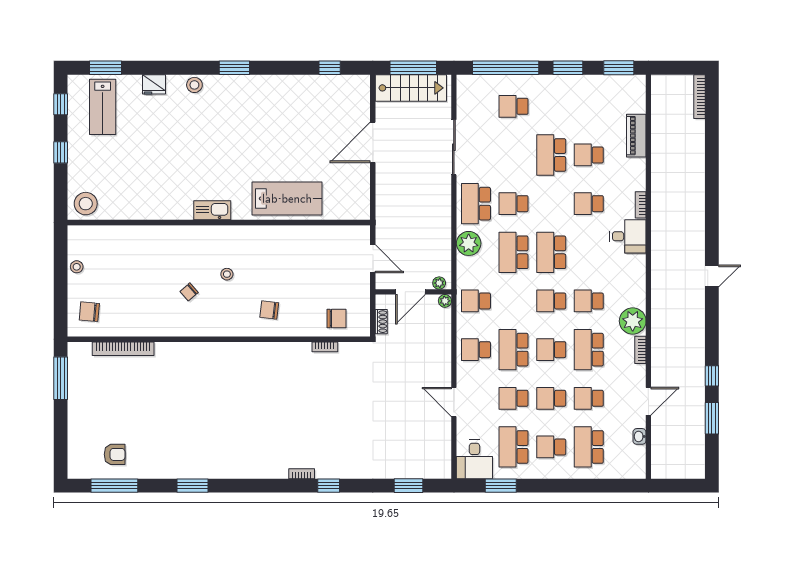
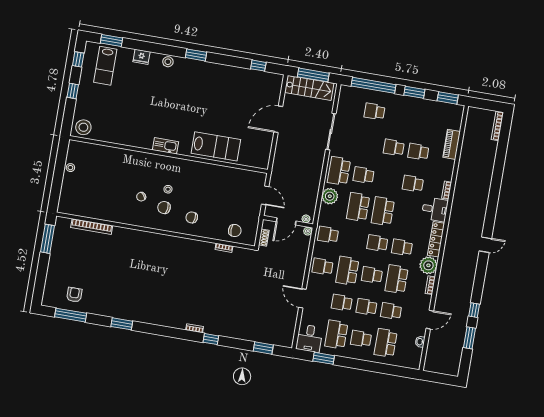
school desk: (551, 155) -> (394, 148), width x0.54
locker: (637, 280) -> (436, 239), added
chair: (89, 312) -> (164, 208), moved
armchair: (115, 454) -> (74, 295), turned -90

